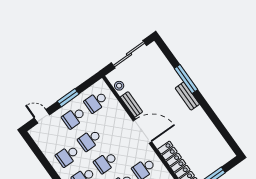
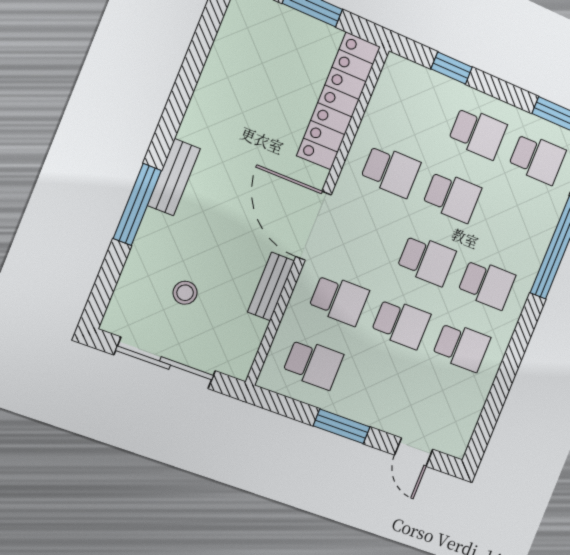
stool: (119, 86) -> (185, 293), moved
school desk: (74, 118) -> (339, 300), moved

